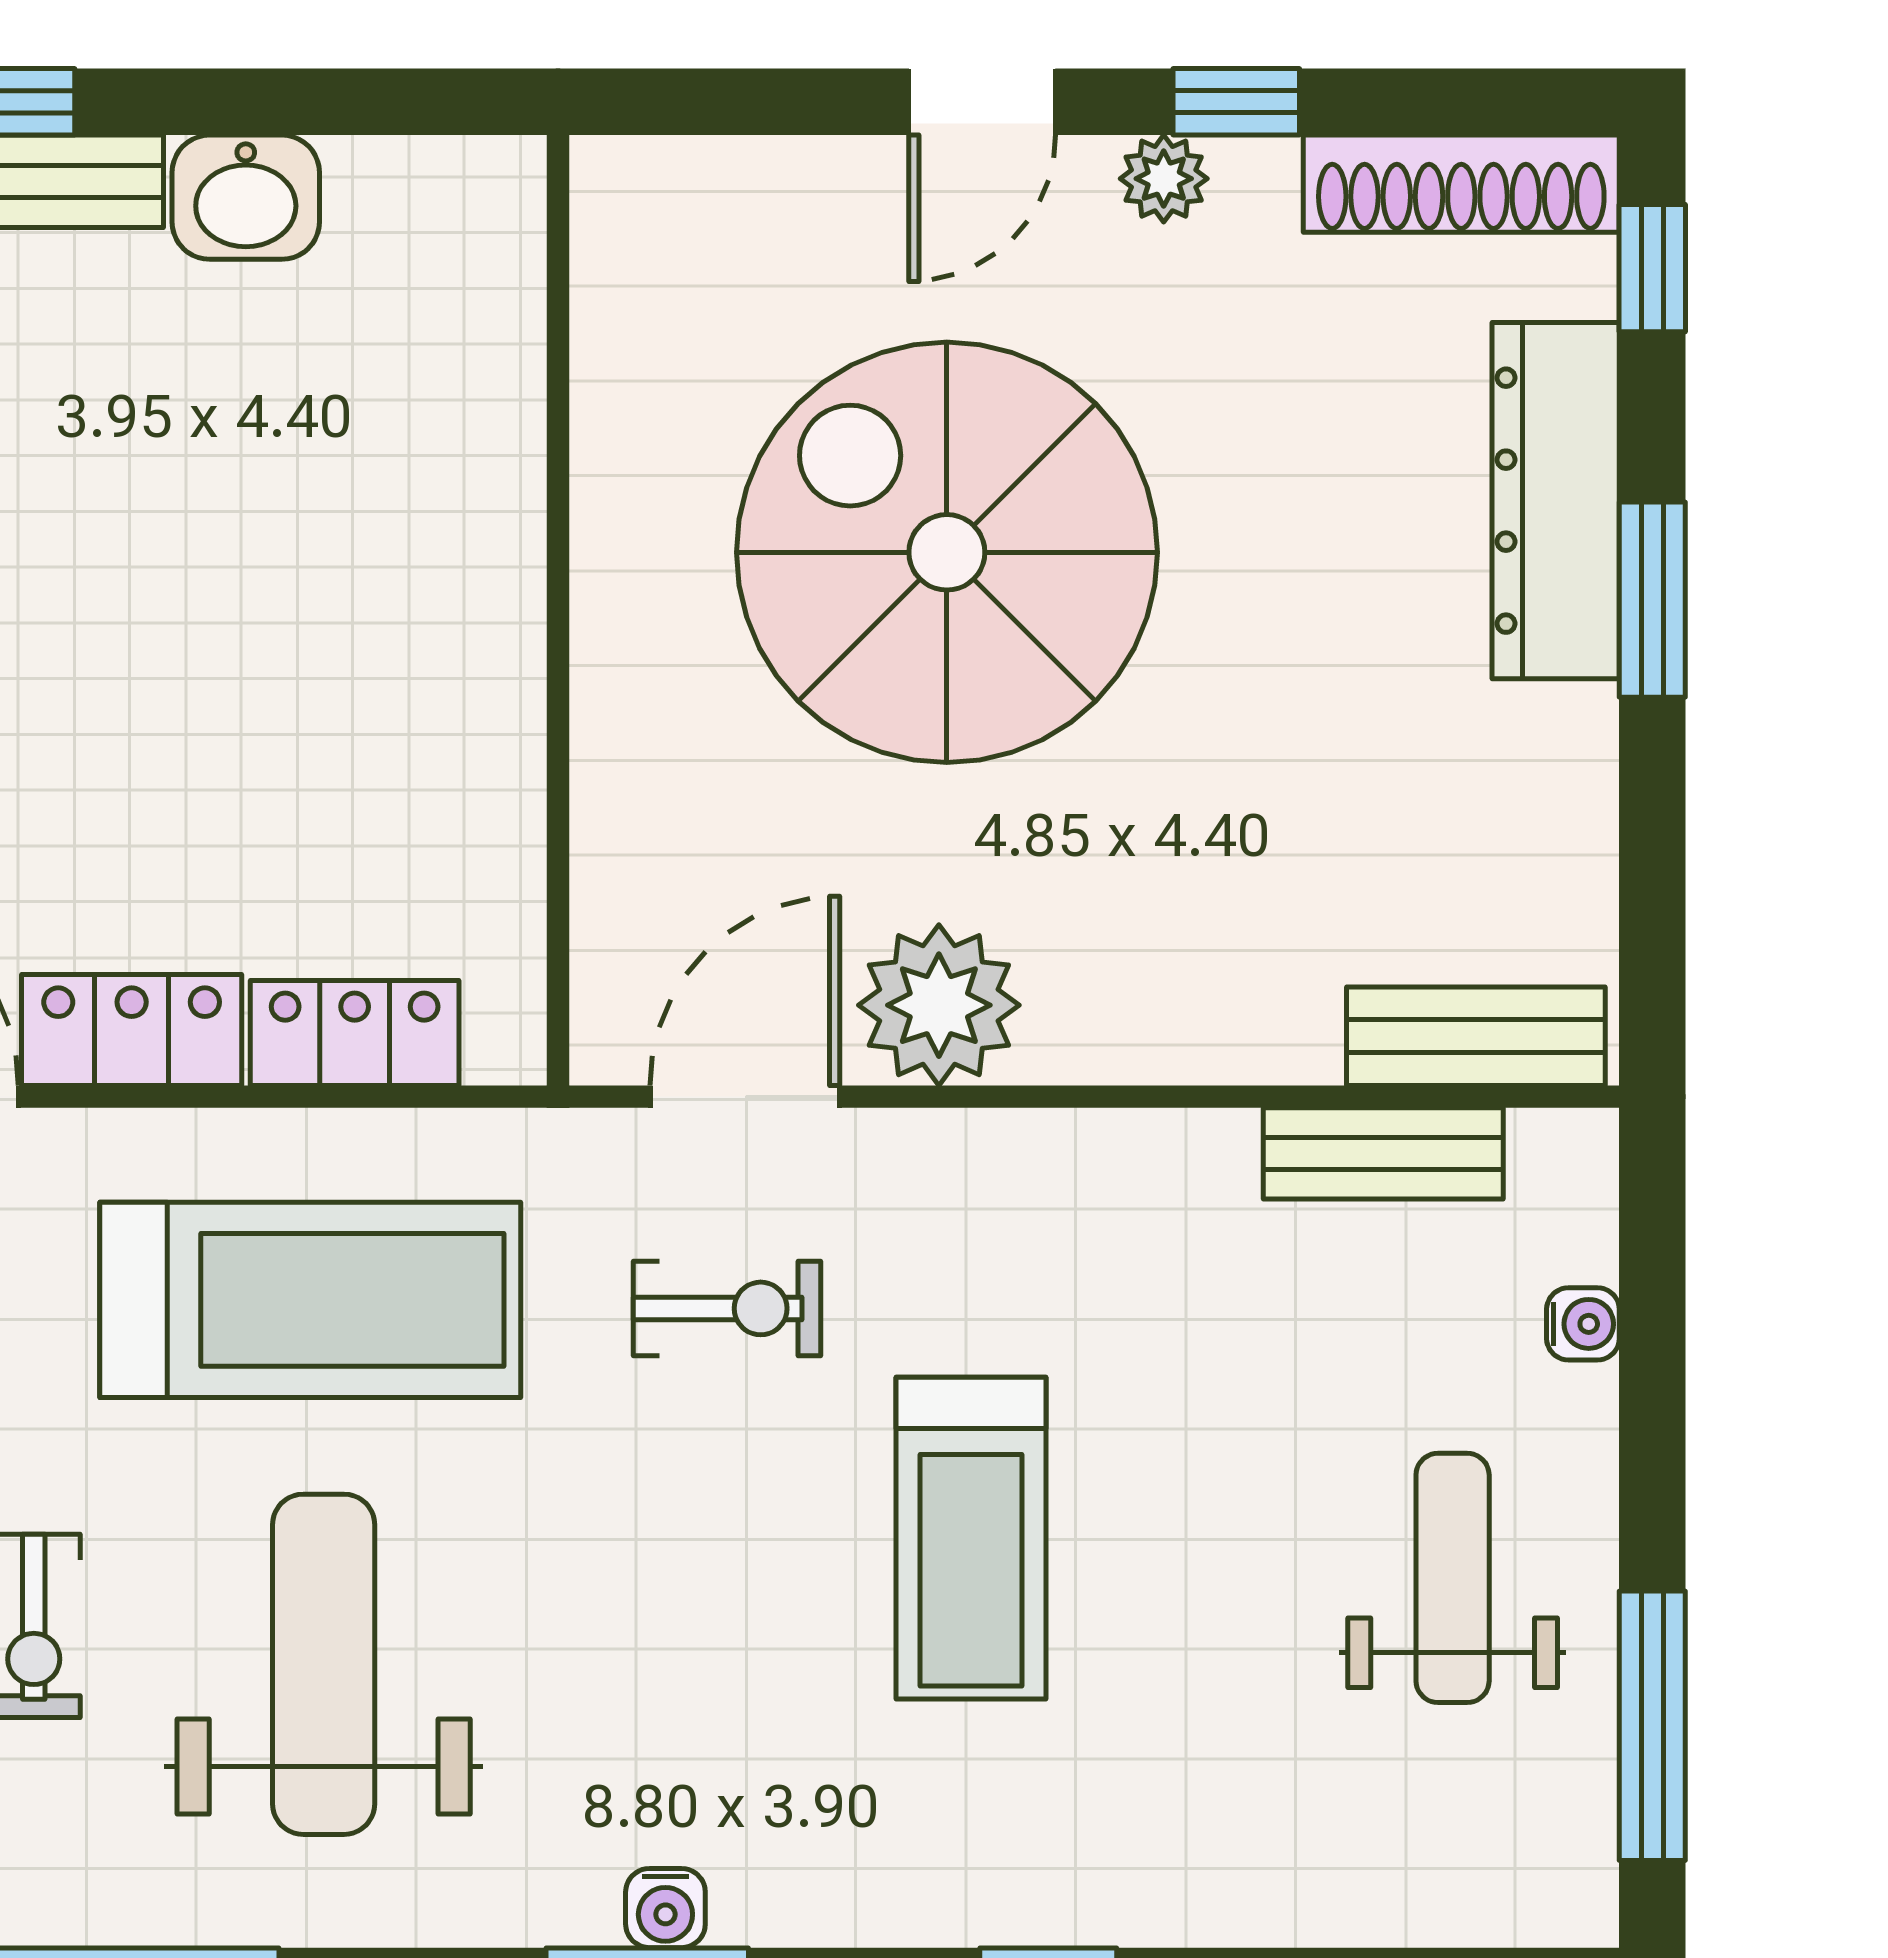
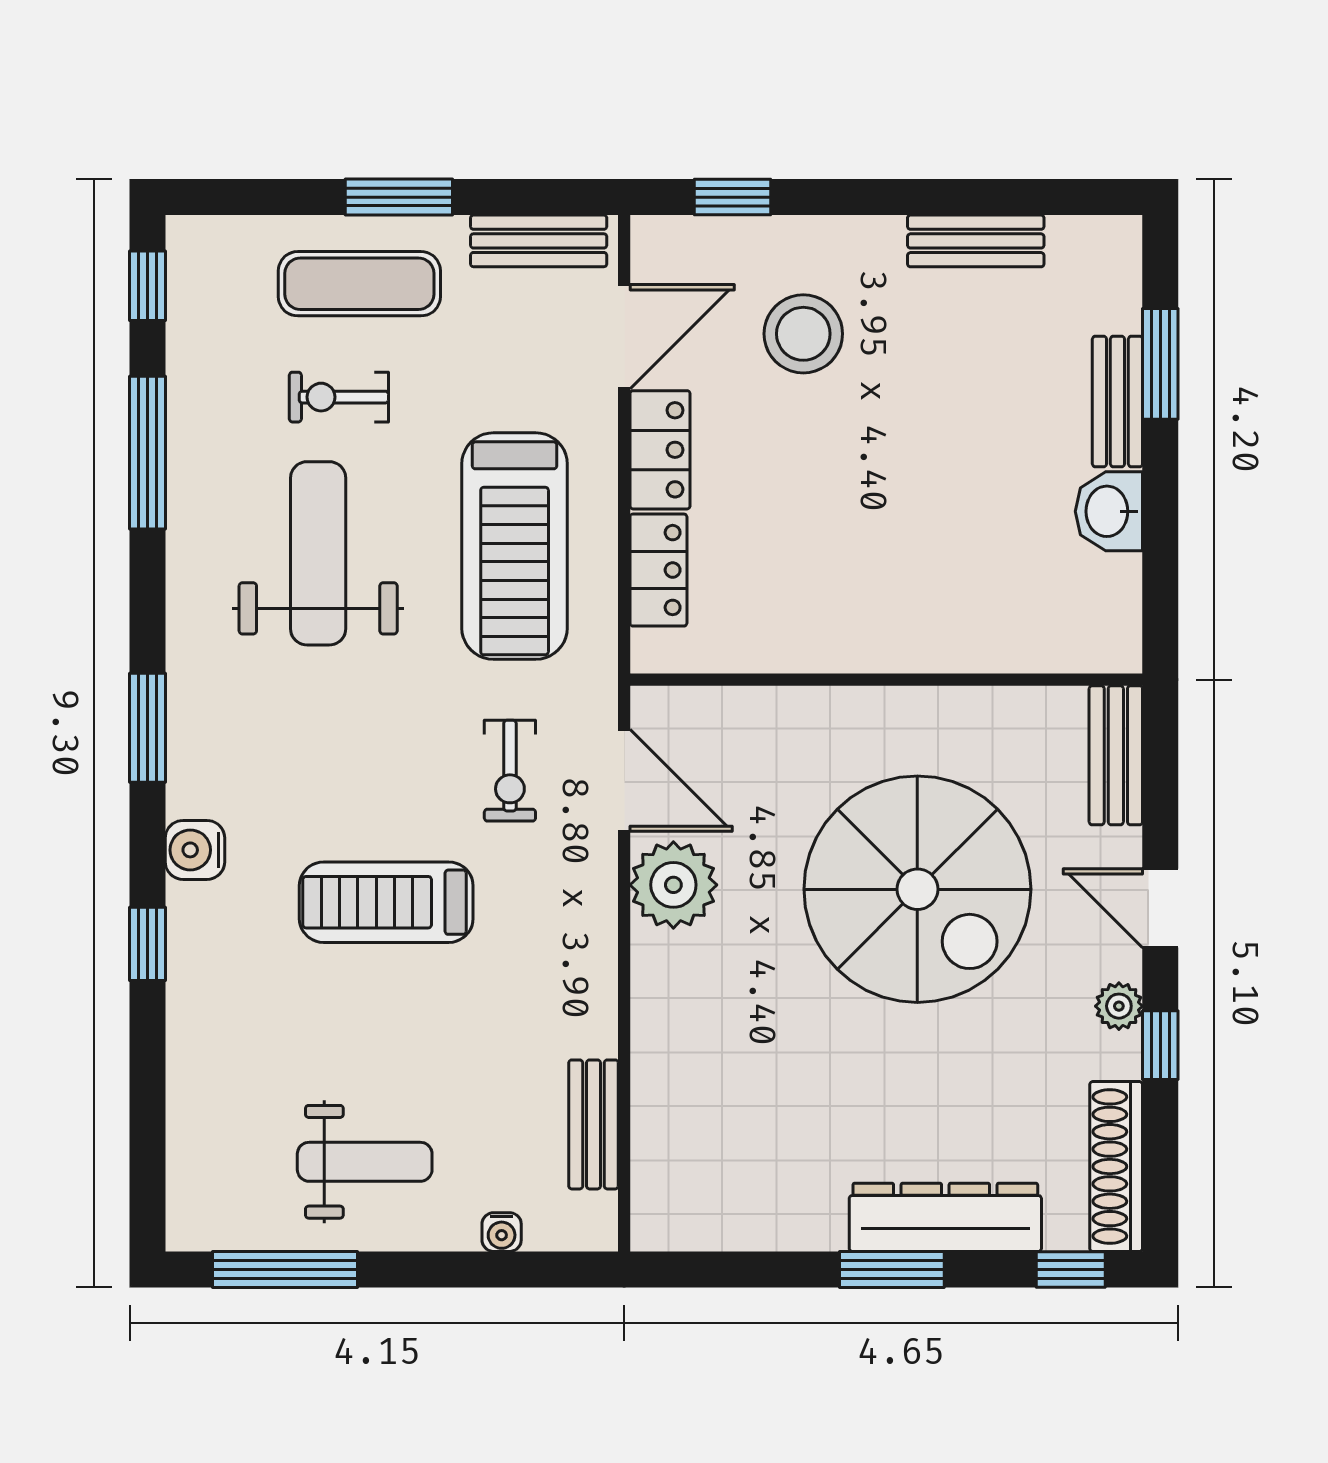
spiral stairs: (947, 552) -> (917, 889), turned 90
bench: (1476, 1036) -> (1116, 755), moved
weight bench: (324, 1664) -> (318, 553), turned -90
water cooler: (665, 1908) -> (195, 850), moved, width x1.38, depth x1.38

